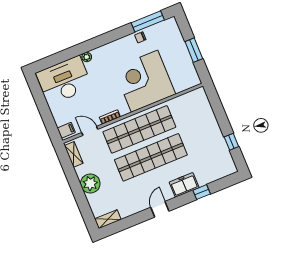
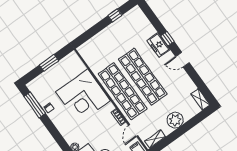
window: (202, 192) -> (167, 39), moved

